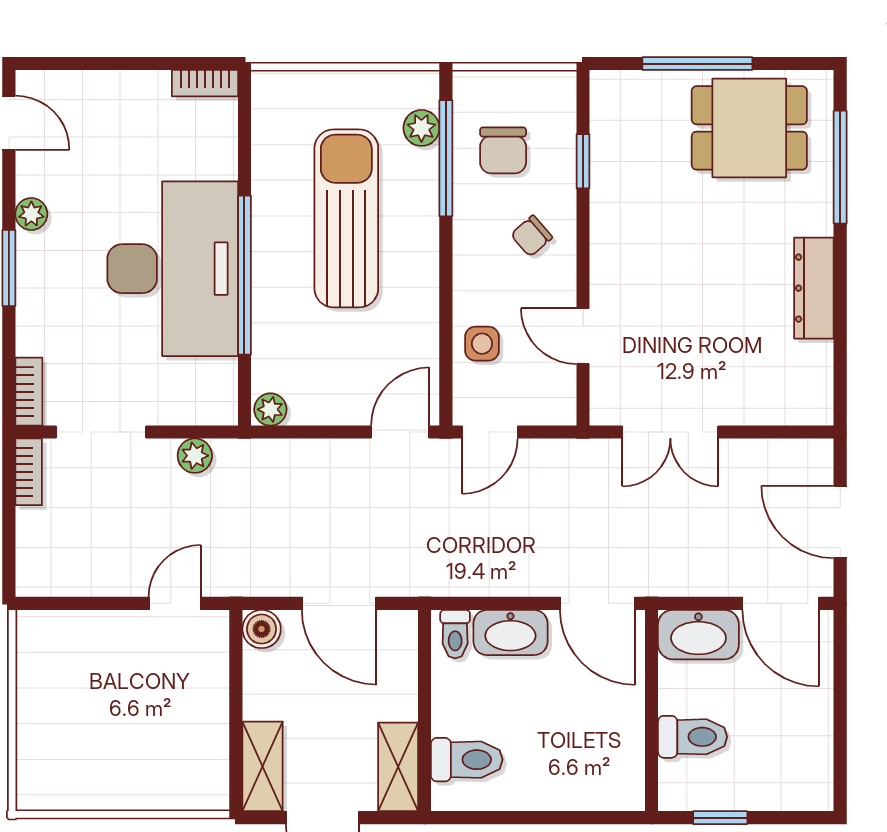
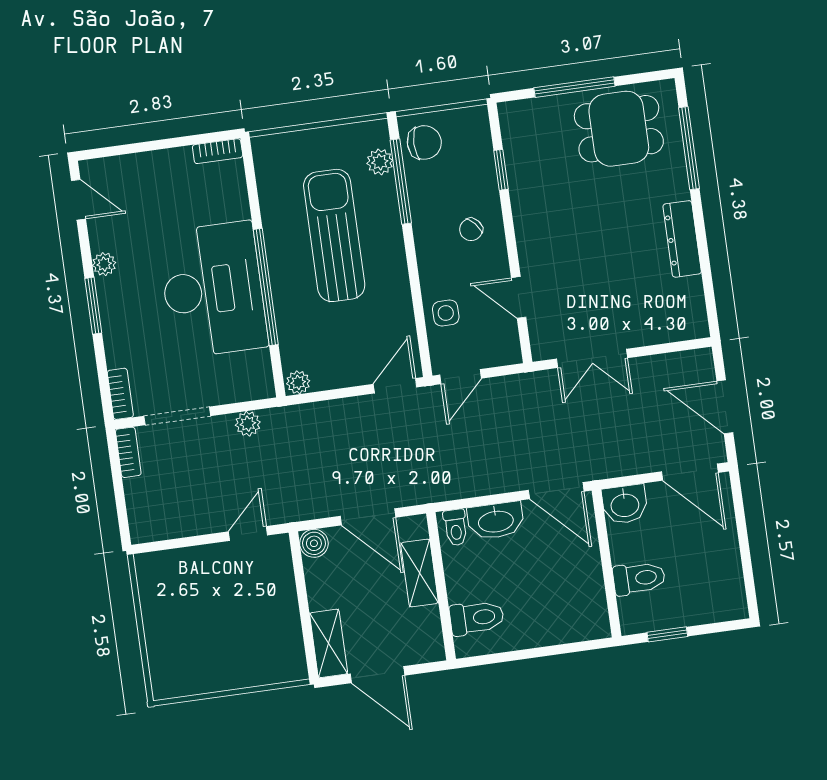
chair: (503, 150) -> (424, 142), moved, turned -90
washbasin: (698, 635) -> (625, 504), width x0.72
shelving: (398, 767) -> (420, 573), moved

